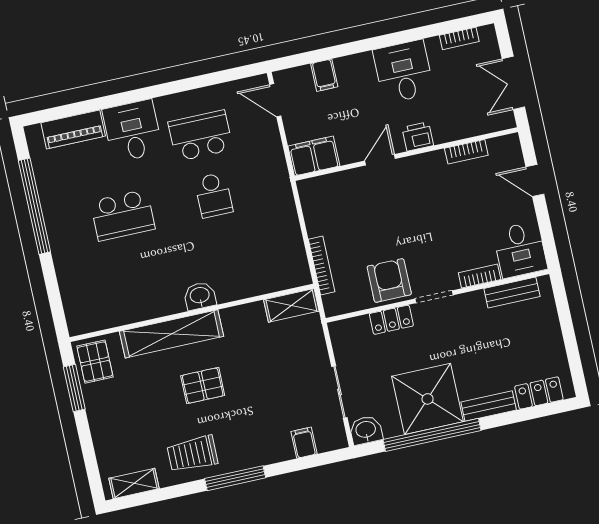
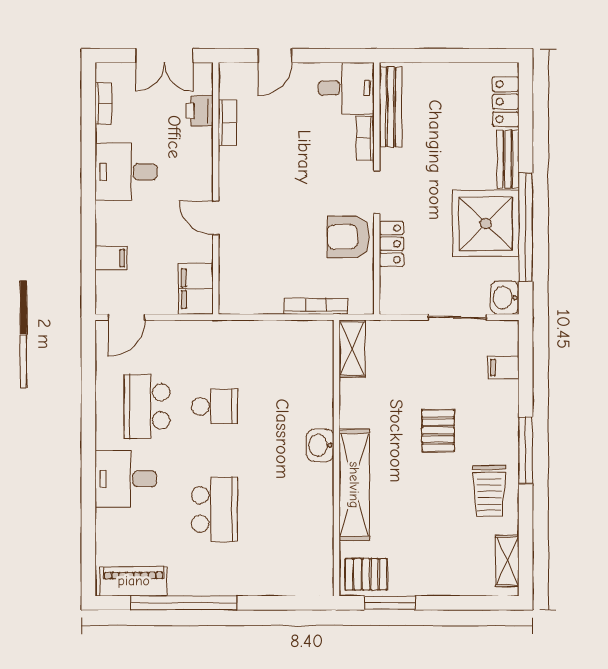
piano: (73, 129) -> (134, 581), moved, turned -90
printer: (418, 136) -> (199, 111), moved
bench: (512, 293) -> (391, 107), width x1.36
pallet: (203, 386) -> (438, 431), moved

